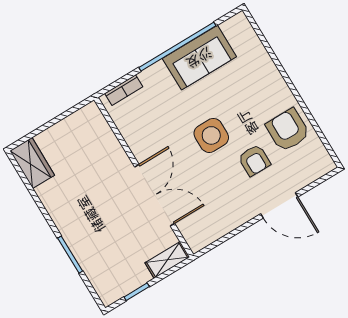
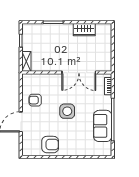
armchair: (254, 160) -> (35, 100), moved
wardrobe: (32, 163) -> (84, 30), moved
double door: (155, 195) -> (79, 73), moved

